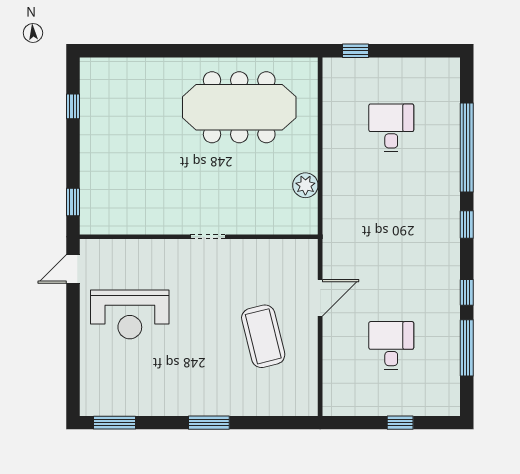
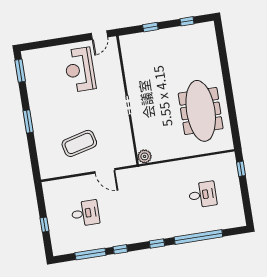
plant: (305, 185) -> (145, 156), moved
window: (73, 202) -> (150, 27), moved
door: (73, 269) -> (99, 35), swing flipped

